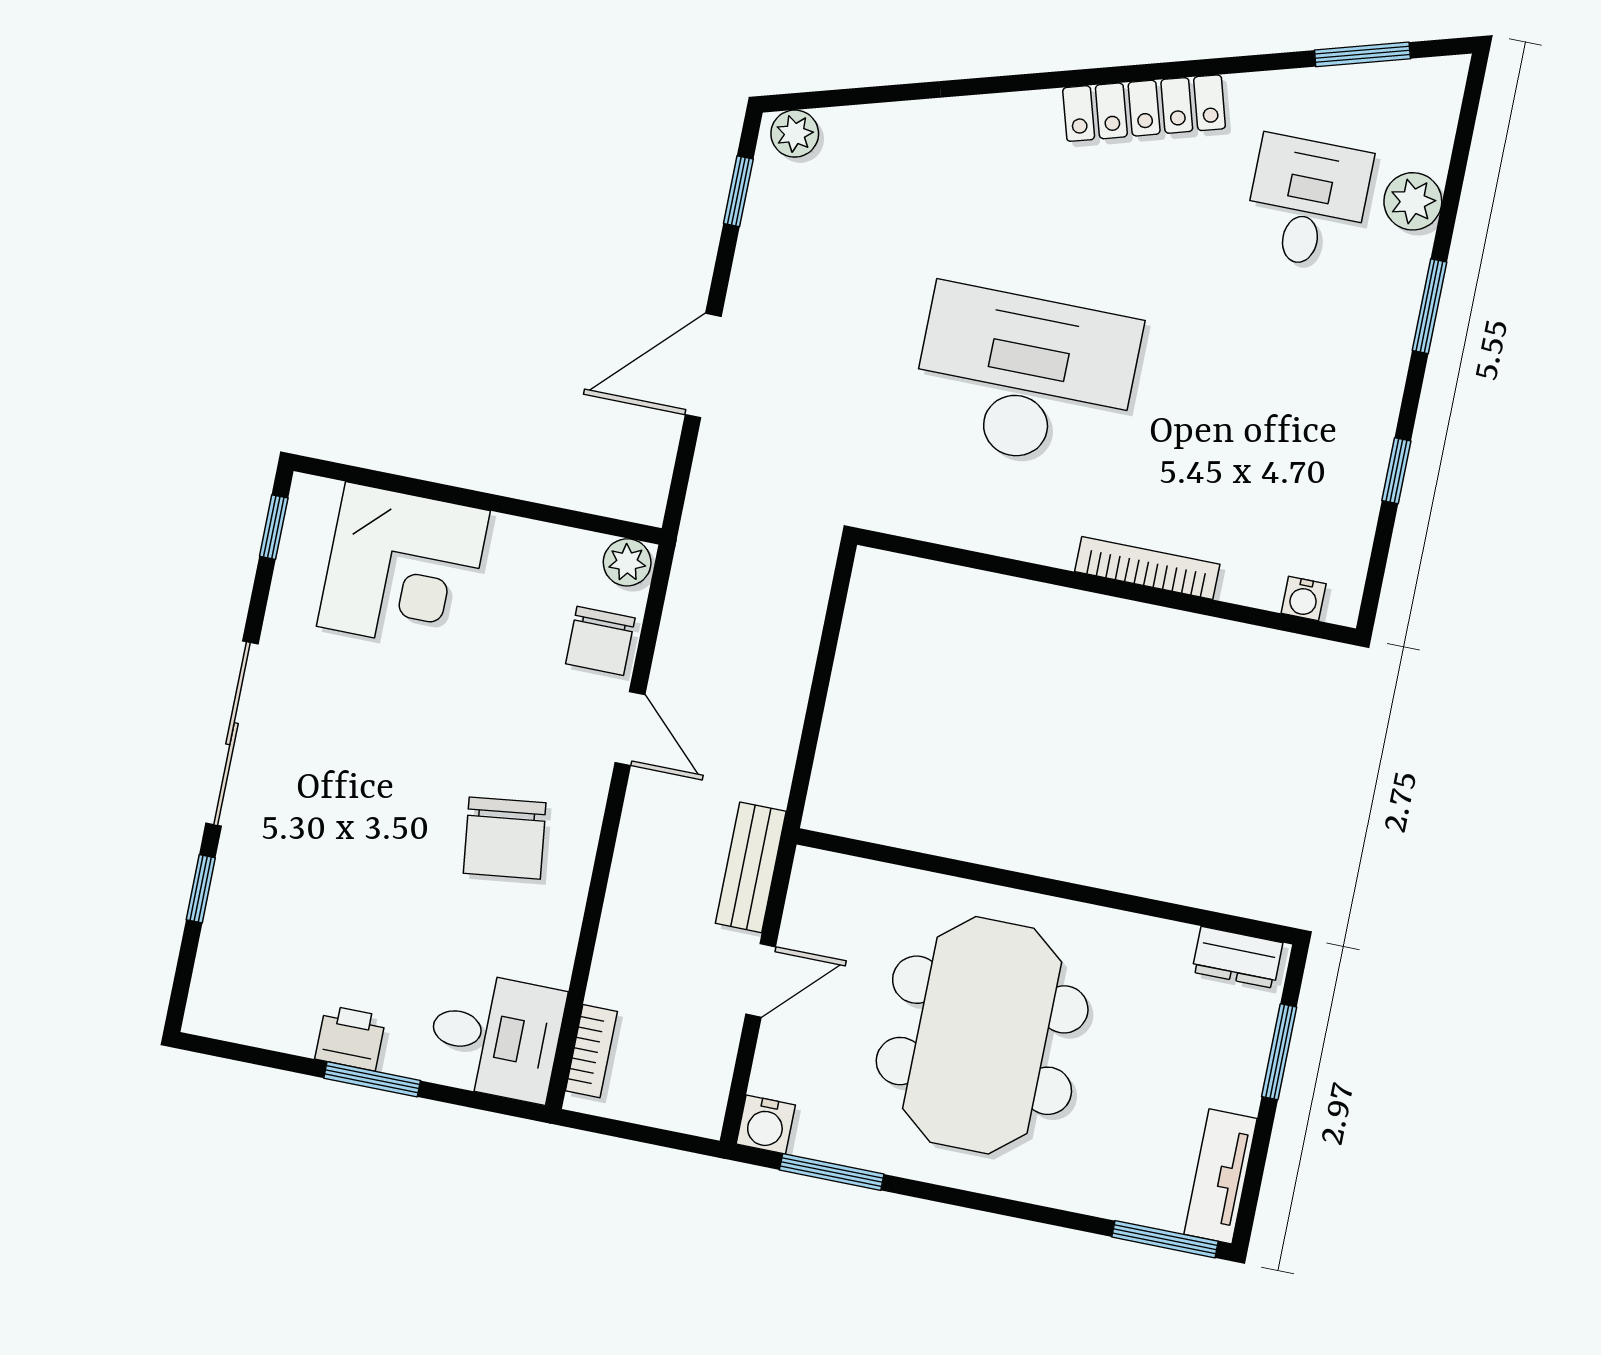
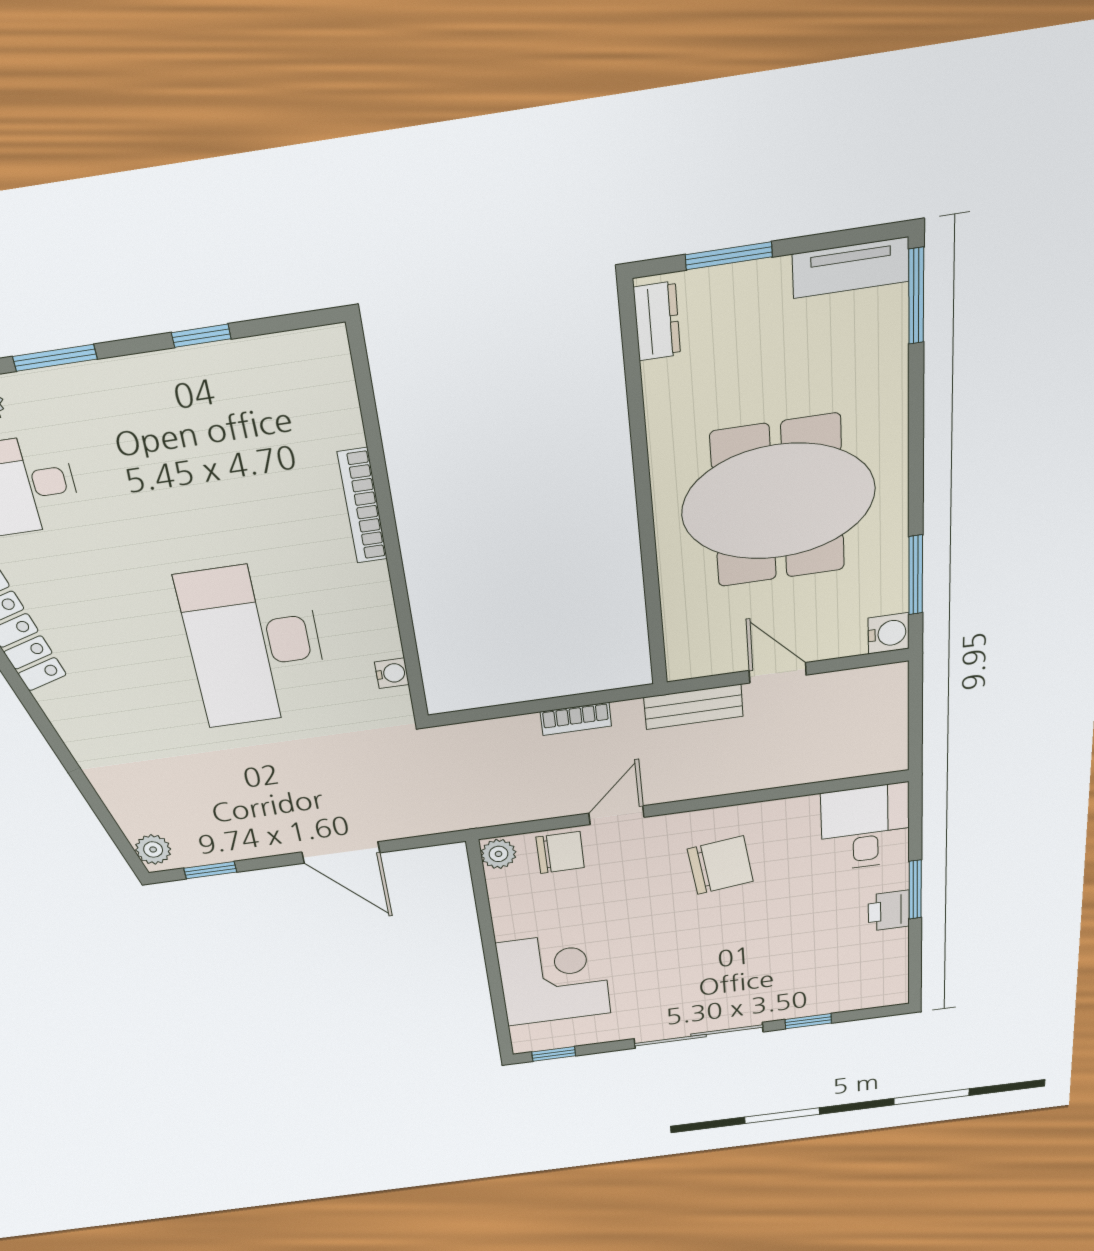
water cooler: (1304, 599) -> (392, 673), moved
bookcase: (591, 1051) -> (576, 719), moved, turned 180

